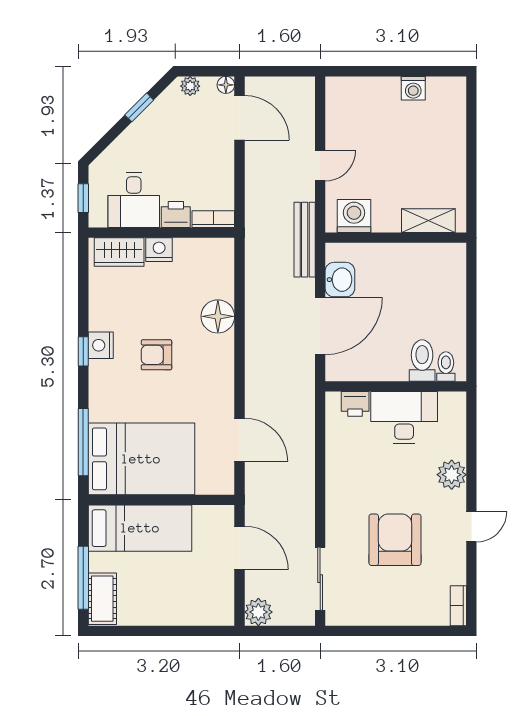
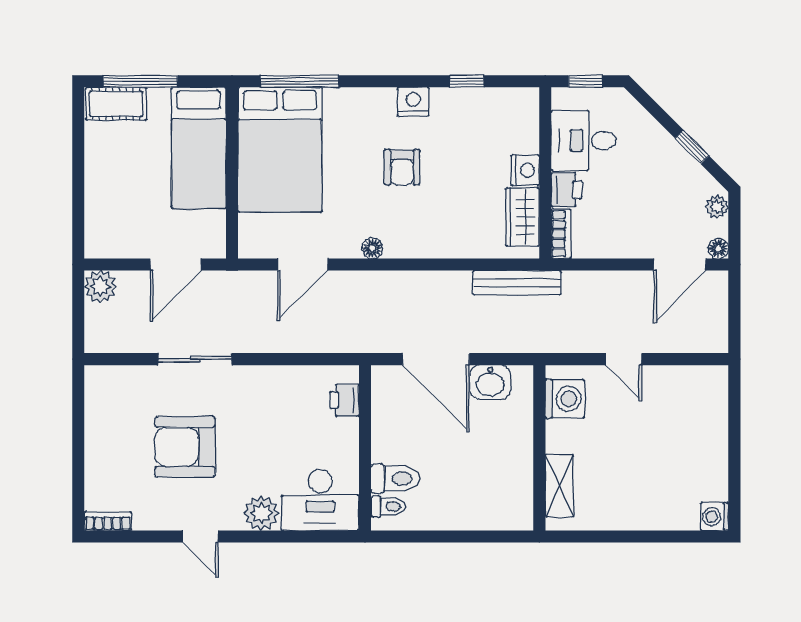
washing machine: (413, 88) -> (714, 517), moved
bench: (305, 240) -> (517, 283), moved
wardrobe: (119, 252) -> (523, 217), moved
floor lamp: (218, 316) -> (372, 248), moved, width x0.53, depth x0.53
window: (83, 351) -> (467, 81), moved
armchair: (156, 355) -> (402, 167), turned 180
desk: (404, 418) -> (320, 500), moved, turned 90
armchair: (395, 540) -> (185, 447), turned 180
sliding door: (320, 579) -> (195, 359), moved

